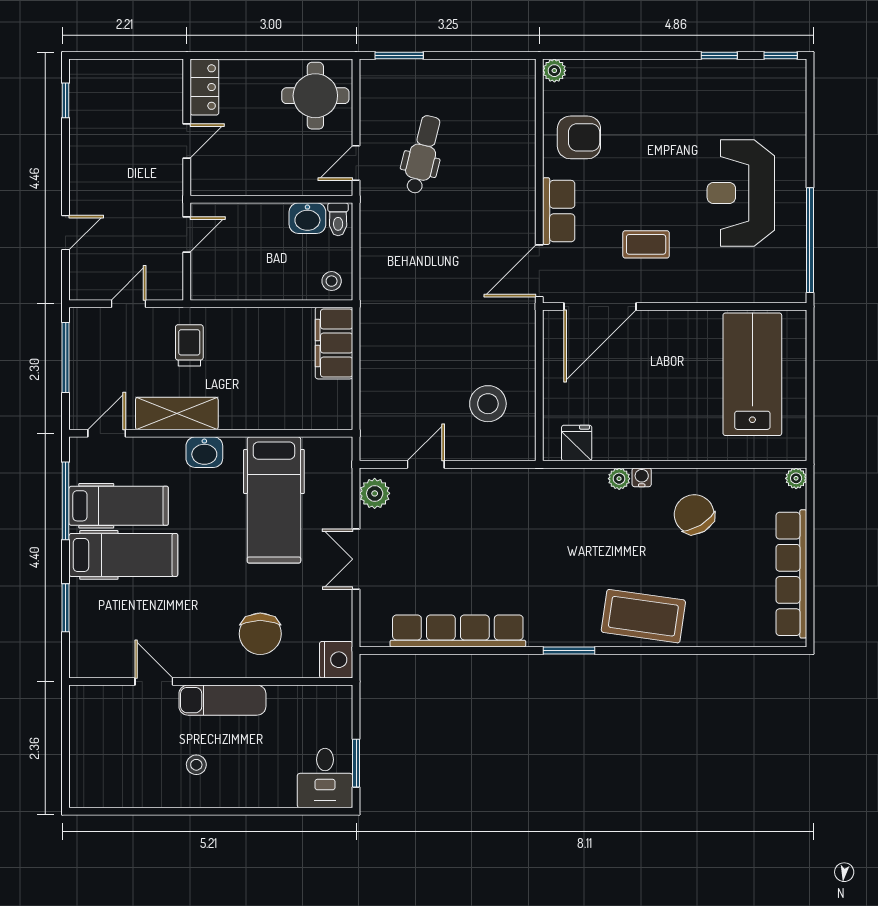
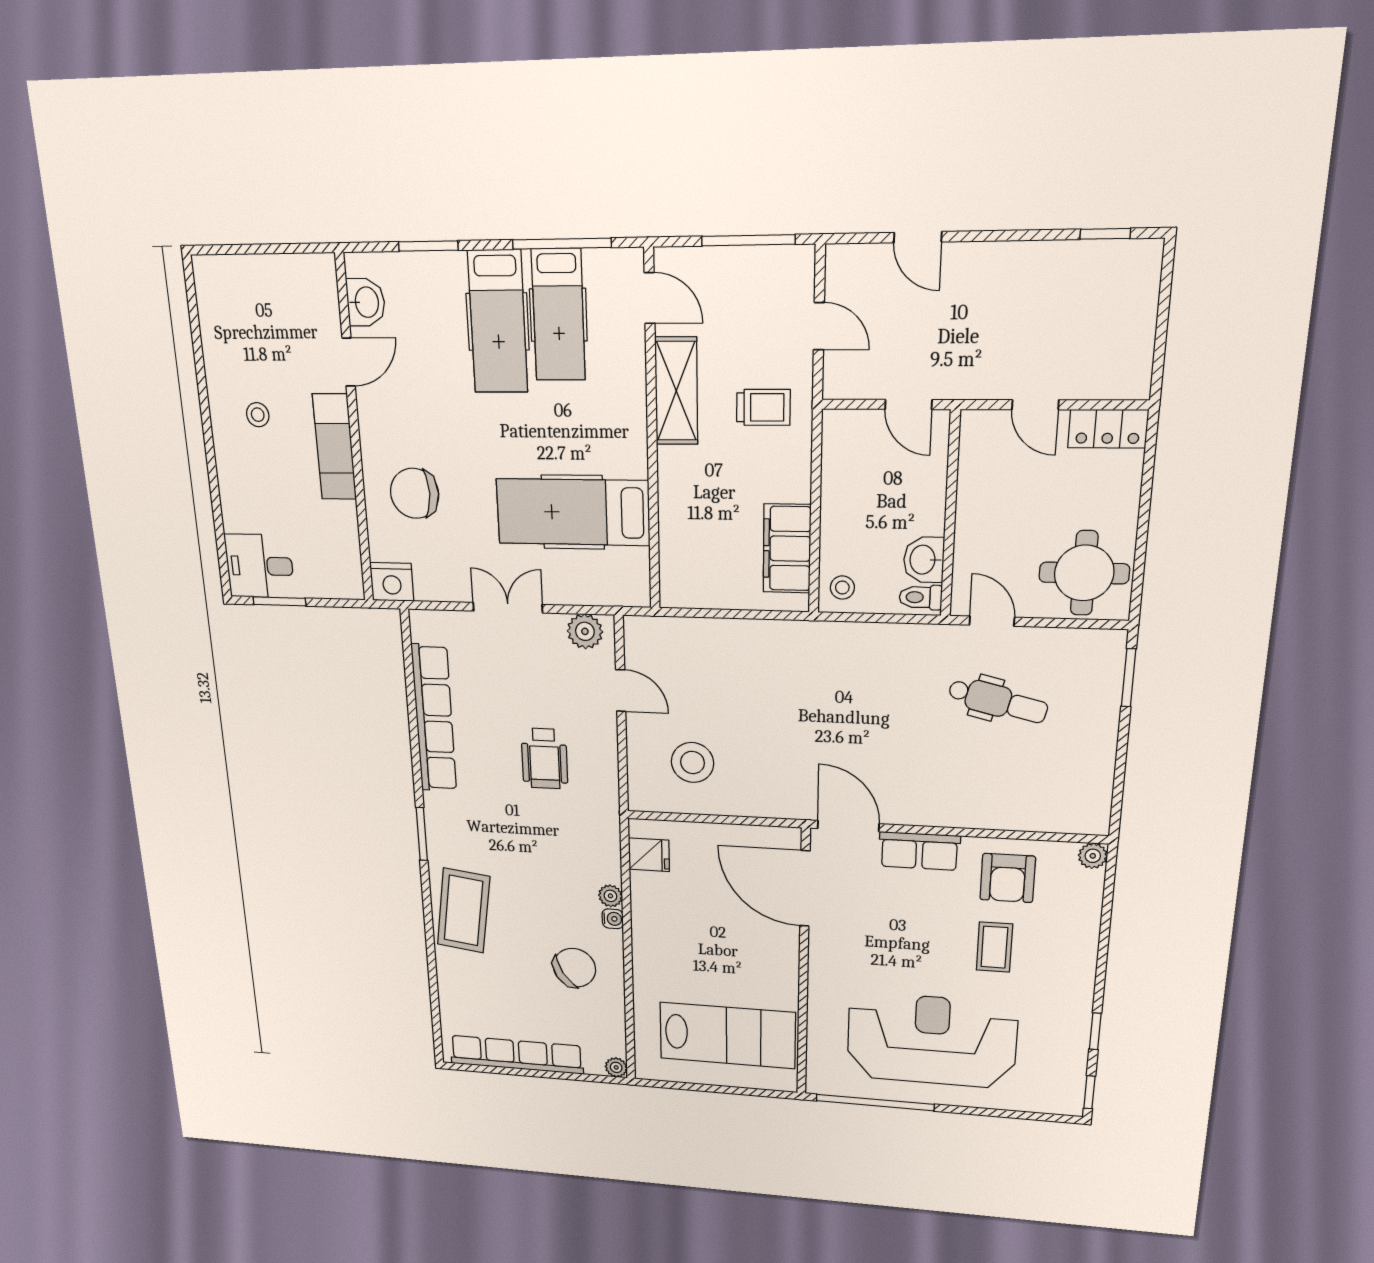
reception desk: (741, 193) -> (931, 1040), width x1.36, depth x1.30
coffee table: (646, 244) -> (994, 947), moved
filing cabinet: (334, 343) -> (787, 549), moved, turned -90
washbasin: (204, 452) -> (366, 302), moved, turned 180
wheelchair: (491, 533) -> (544, 759), added

